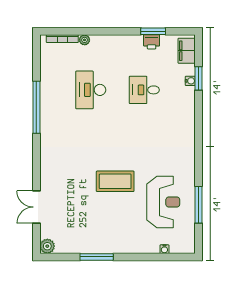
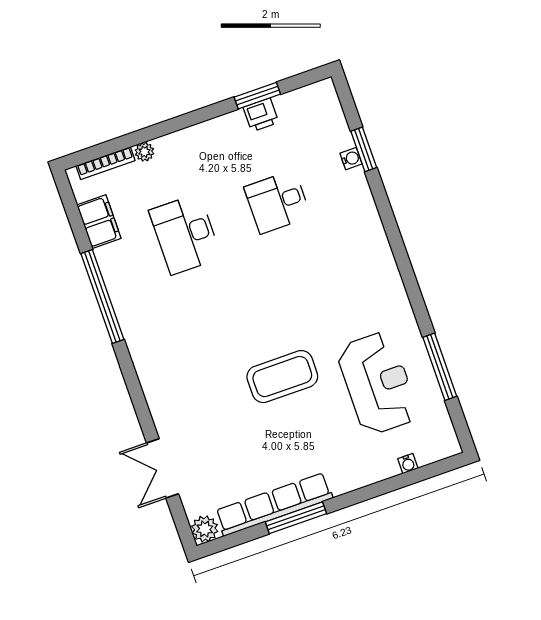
filing cabinet: (187, 51) -> (99, 222), moved, turned 180
row of seats: (88, 246) -> (274, 504), added

